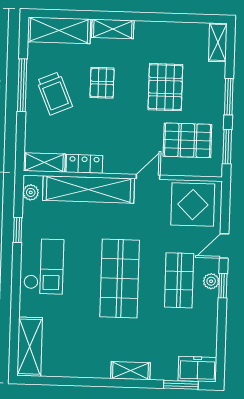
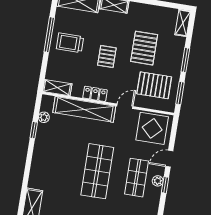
pallet: (102, 83) -> (107, 57), moved
trolley: (55, 93) -> (70, 43), turned 113
locker: (84, 164) -> (95, 94), moved
plant: (31, 192) -> (44, 117), moved
checkout: (44, 266) -> (48, 157), removed

